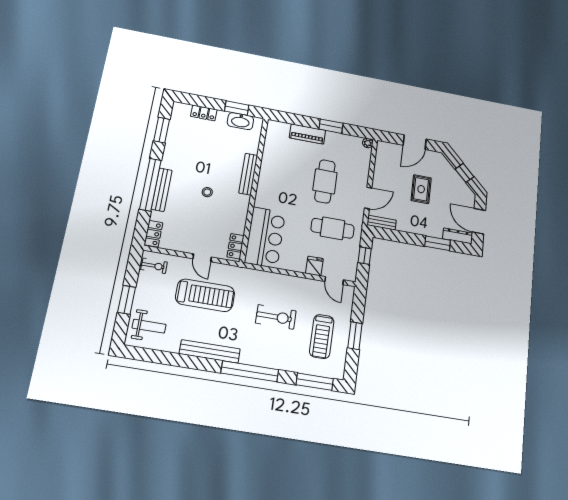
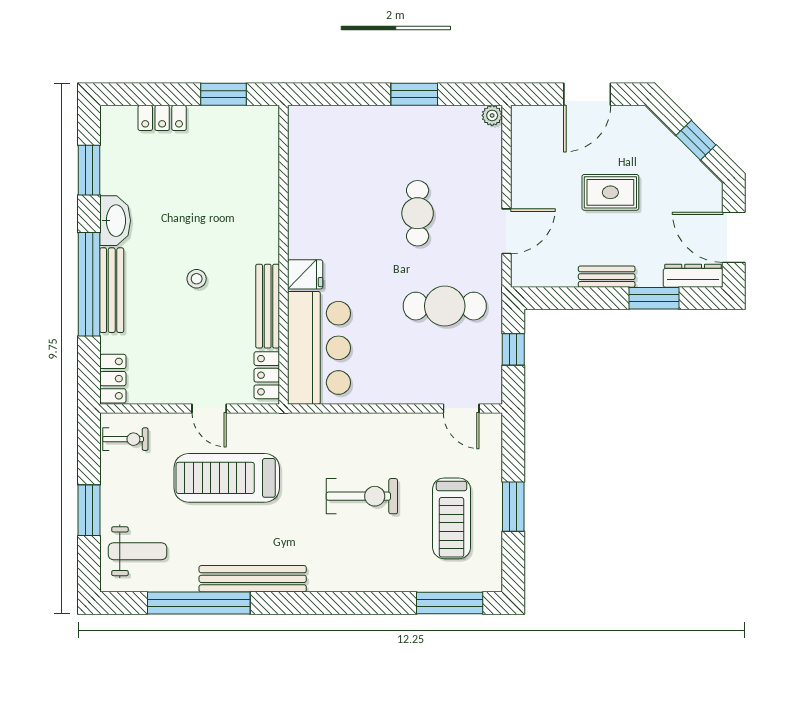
washbasin: (240, 121) -> (115, 221), moved, turned -90
piano: (307, 134) -> (370, 121), removed
bench: (248, 174) -> (268, 306), moved
cafe table: (325, 181) -> (418, 213), width x0.73, depth x0.74
rug: (421, 189) -> (610, 192), turned 90
bench: (382, 223) -> (607, 277), moved
fridge: (314, 266) -> (305, 274), moved, turned 90
treadmill: (205, 295) -> (227, 478), turned 180
window: (250, 371) -> (199, 603), moved

